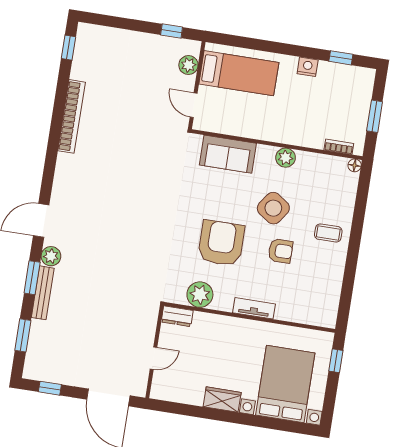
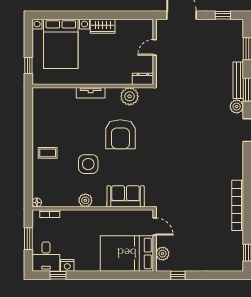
nightstand: (308, 67) -> (67, 265), moved
bed: (239, 73) -> (127, 253), width x1.50
desk: (354, 87) -> (46, 257), added
side table: (273, 208) -> (88, 164), turned -35
armchair: (280, 251) -> (79, 135), removed

